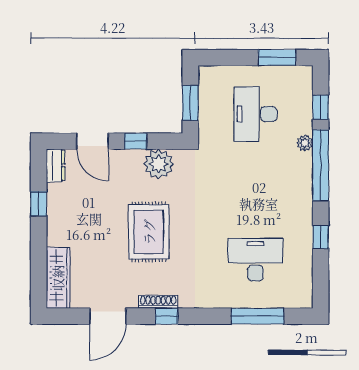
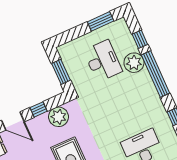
desk: (255, 114) -> (103, 61), turned 180
plant: (305, 143) -> (134, 63), width x1.87, depth x1.87

